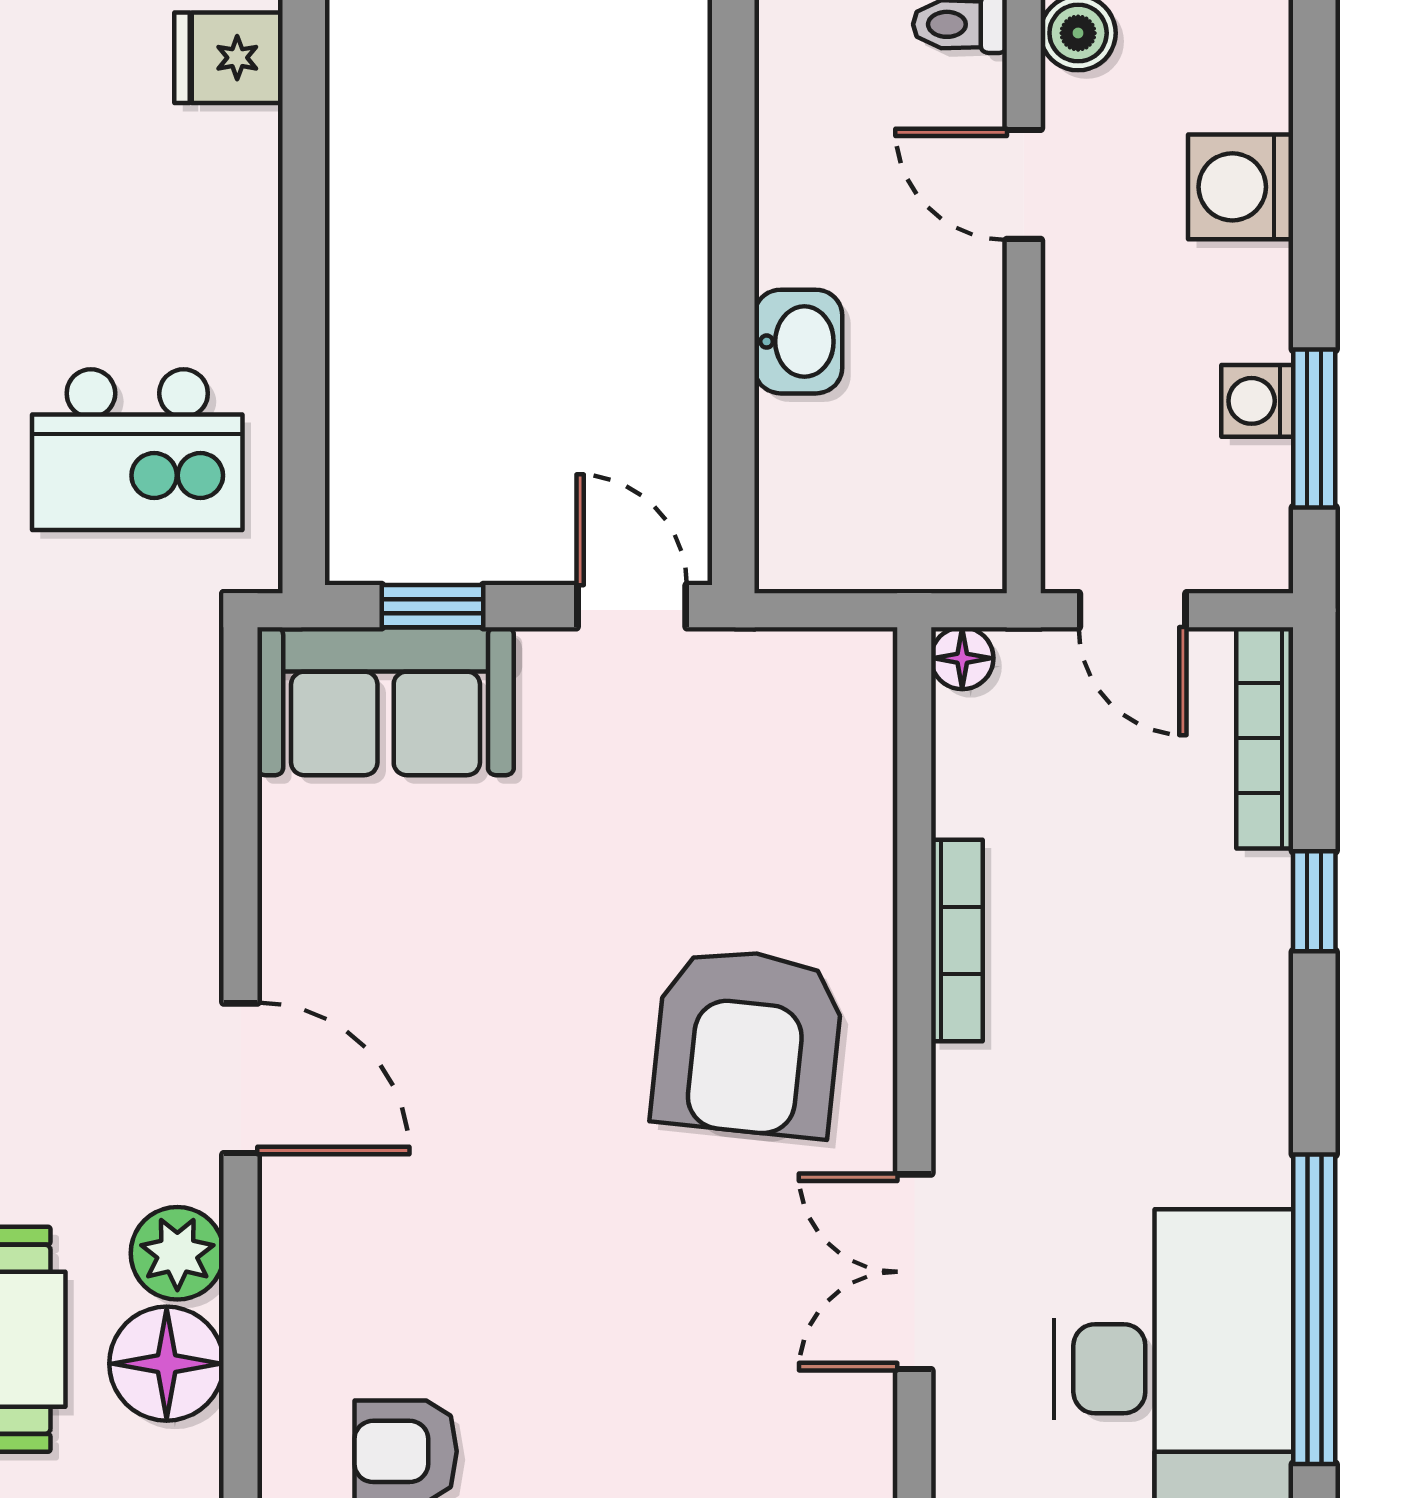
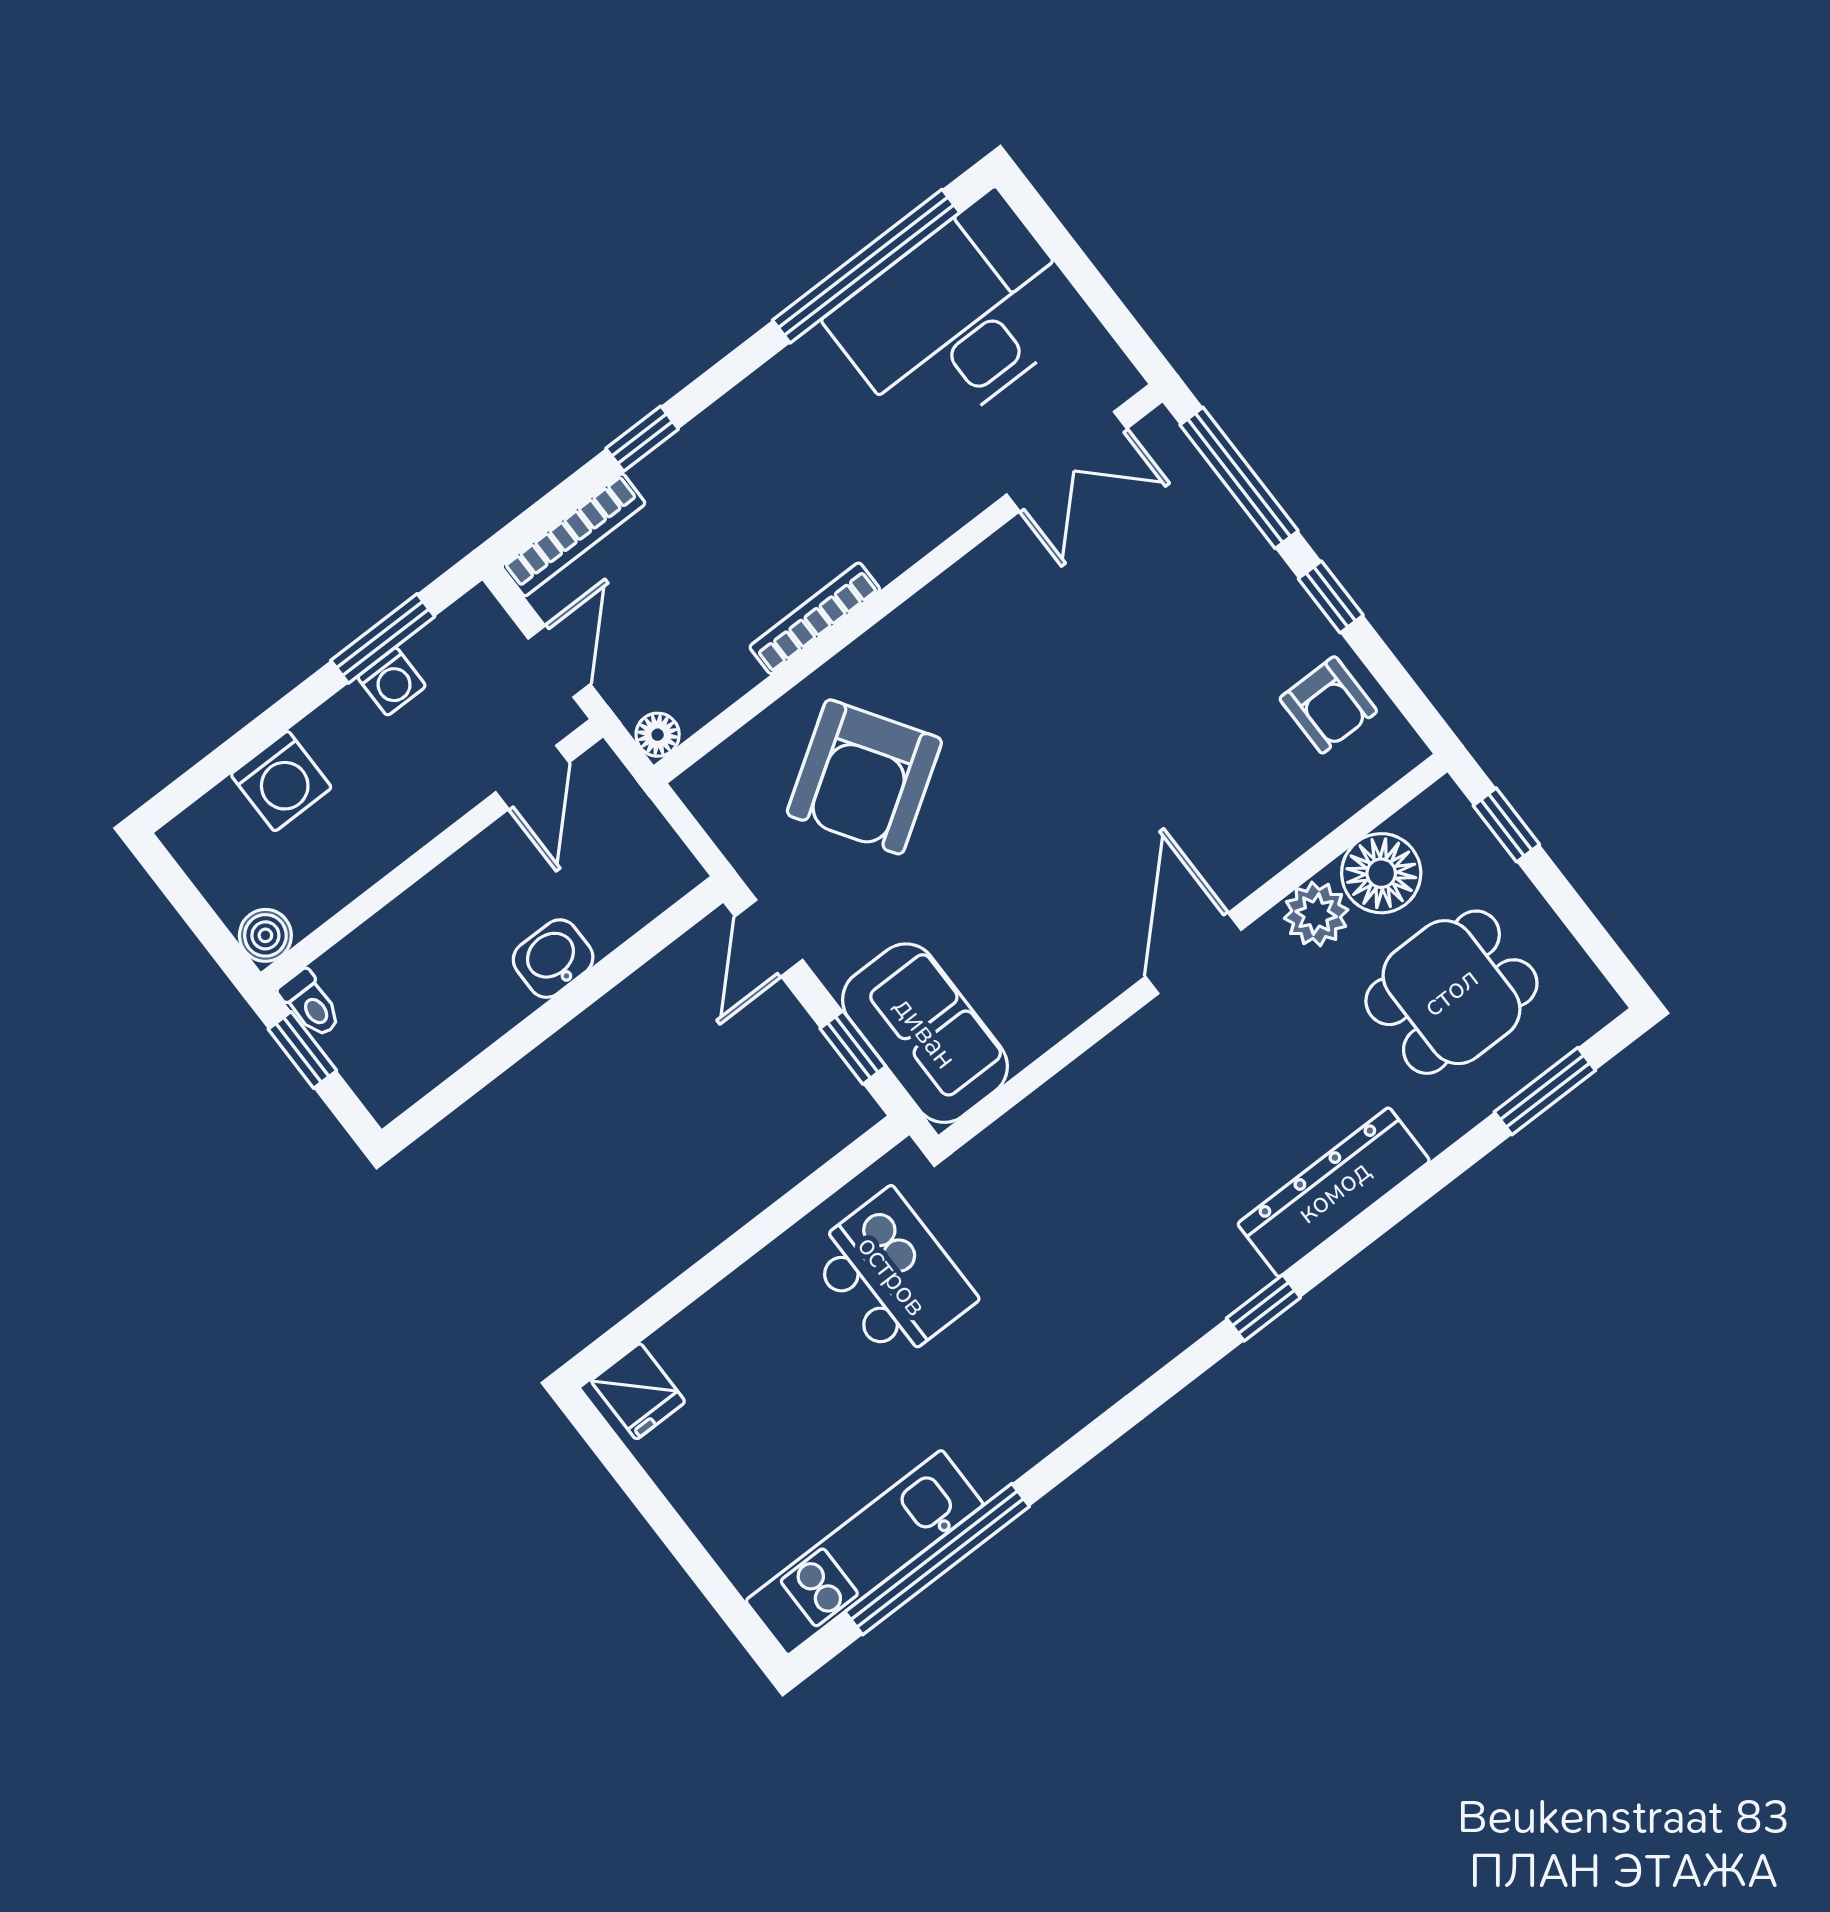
door: (1024, 184) -> (532, 777), moved
armchair: (747, 1042) -> (864, 777), moved, turned 141
double door: (914, 1272) -> (1067, 462), moved

